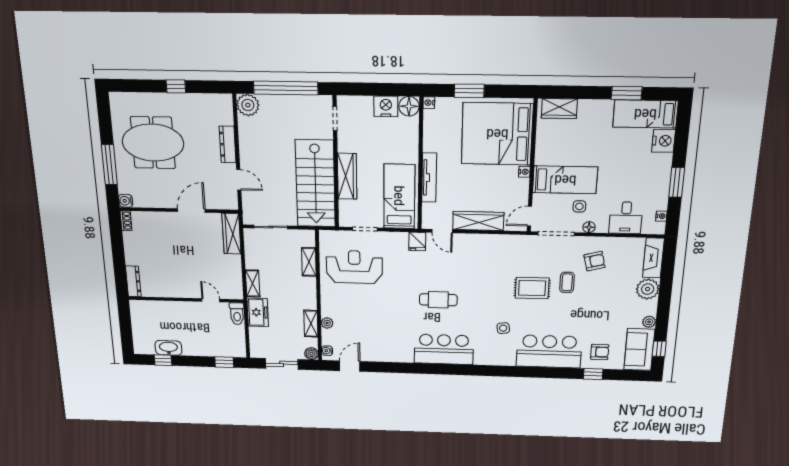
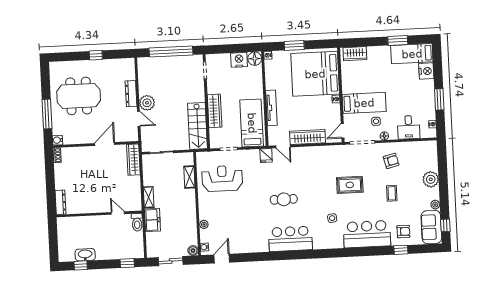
plant: (248, 105) -> (147, 103), moved
stairs: (315, 184) -> (197, 126), width x0.73, depth x0.66
fireplace: (653, 258) -> (431, 155), removed
coffee table: (567, 282) -> (392, 193), moved
shelving: (311, 324) -> (192, 226), removed

